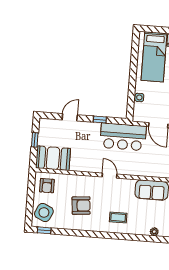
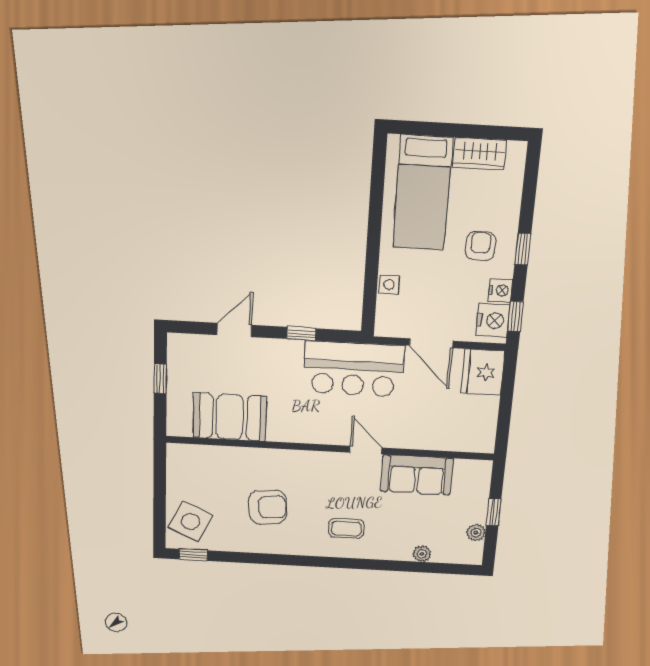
booth: (53, 158) -> (230, 417), moved
door: (110, 176) -> (366, 450), moved
armchair: (47, 186) -> (193, 470), removed

